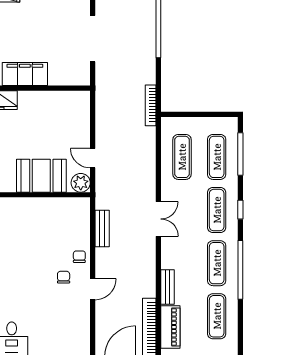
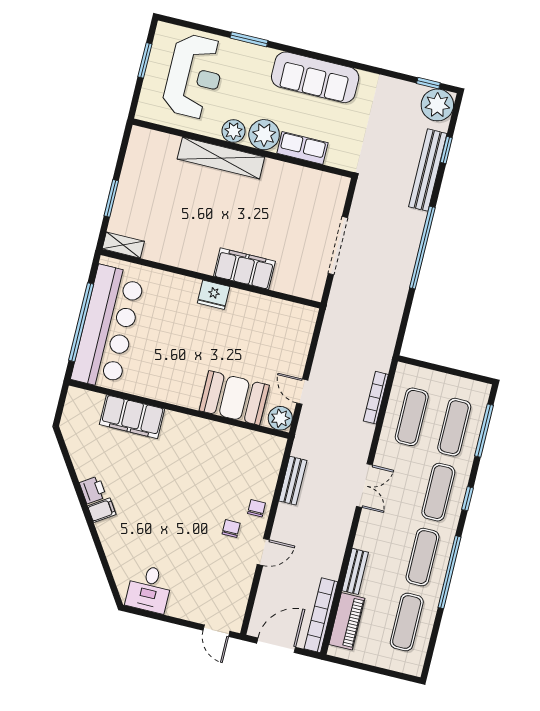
bookcase: (151, 105) -> (376, 398), moved

